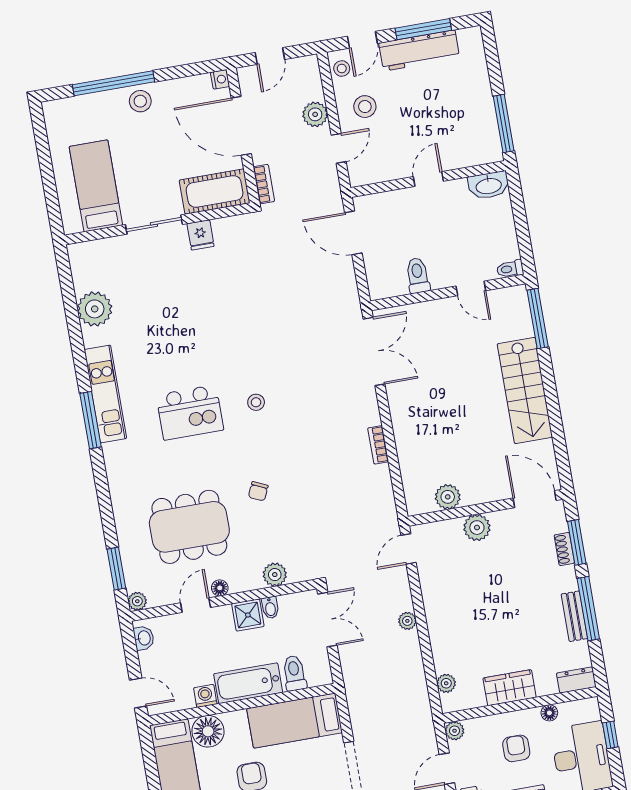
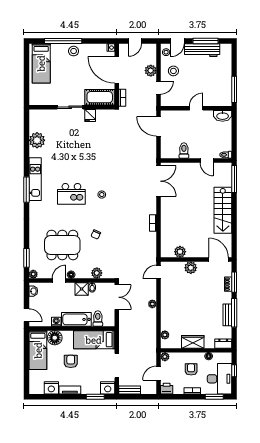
bed: (96, 186) -> (41, 63), moved, turned 180

